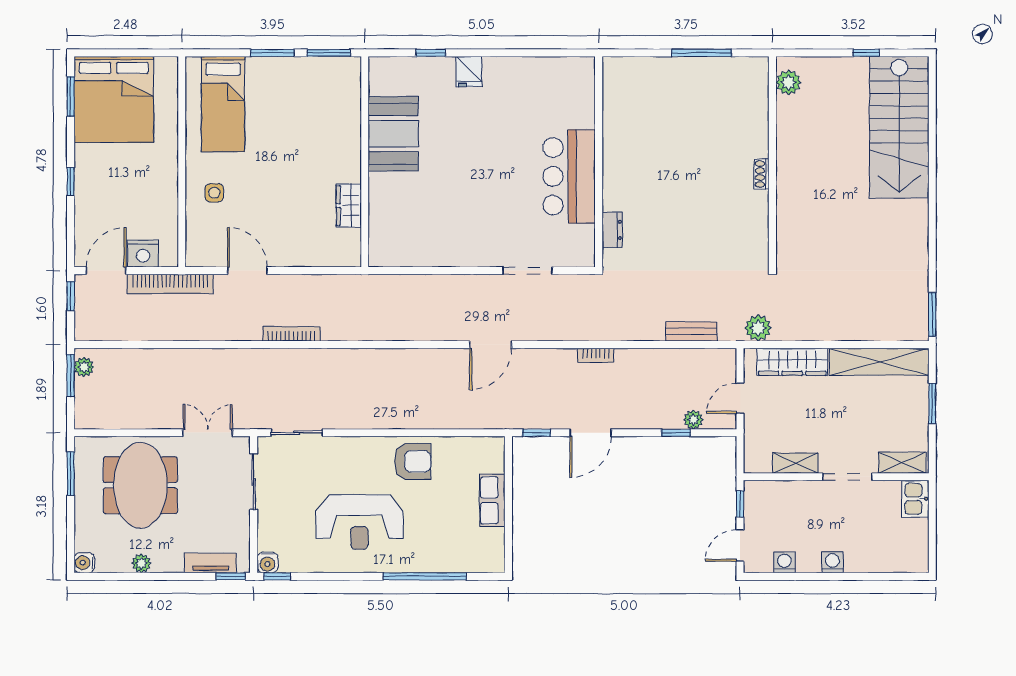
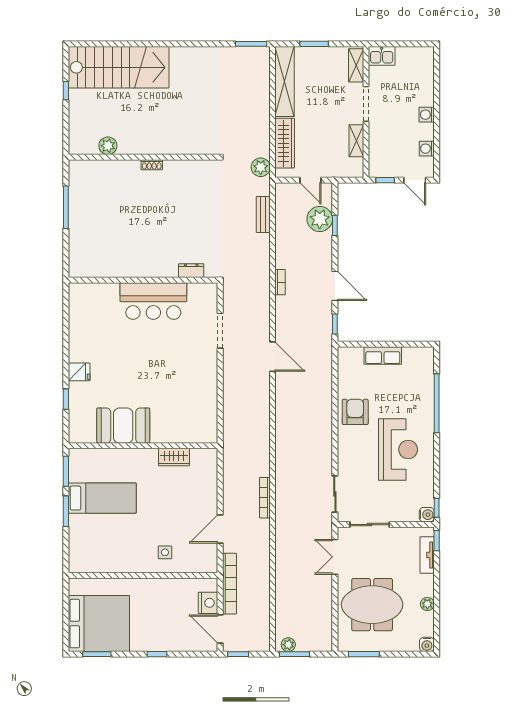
plant: (788, 82) -> (108, 146), moved
bed: (223, 104) -> (102, 498), moved
plant: (693, 420) -> (320, 219), width x1.87, depth x1.87

